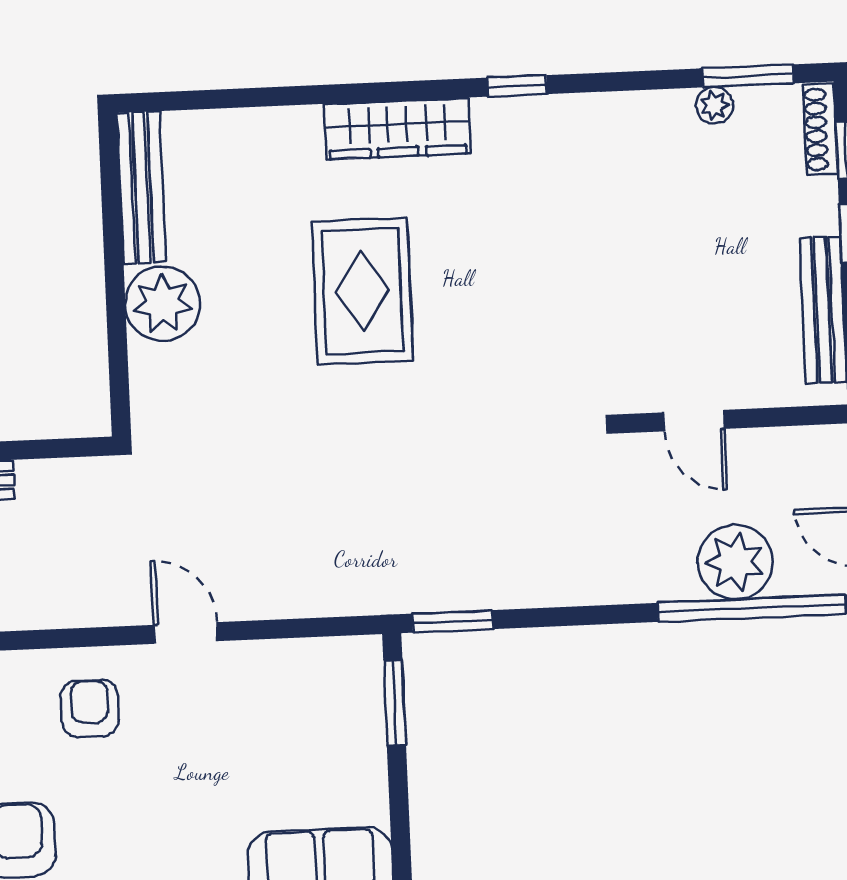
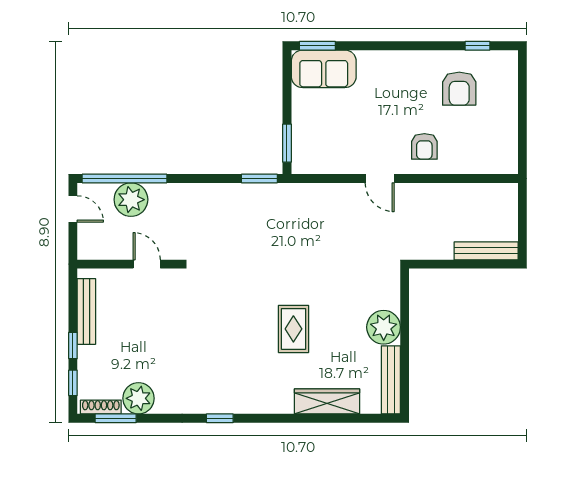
plant: (715, 105) -> (139, 398), width x1.88, depth x1.88
wardrobe: (397, 129) -> (327, 401), moved
shoe rack: (820, 129) -> (101, 407), moved, turned -90
rug: (362, 291) -> (293, 329), width x0.73, depth x0.70

